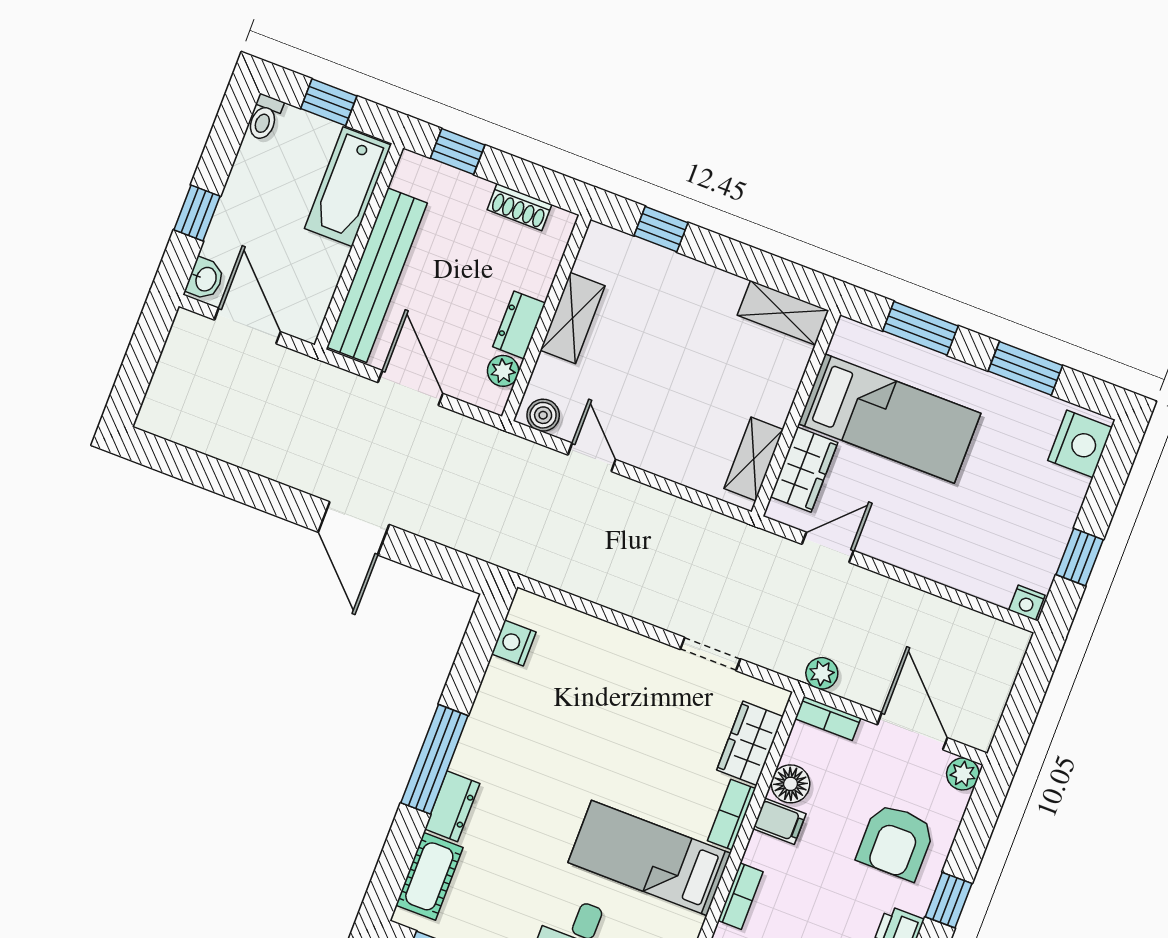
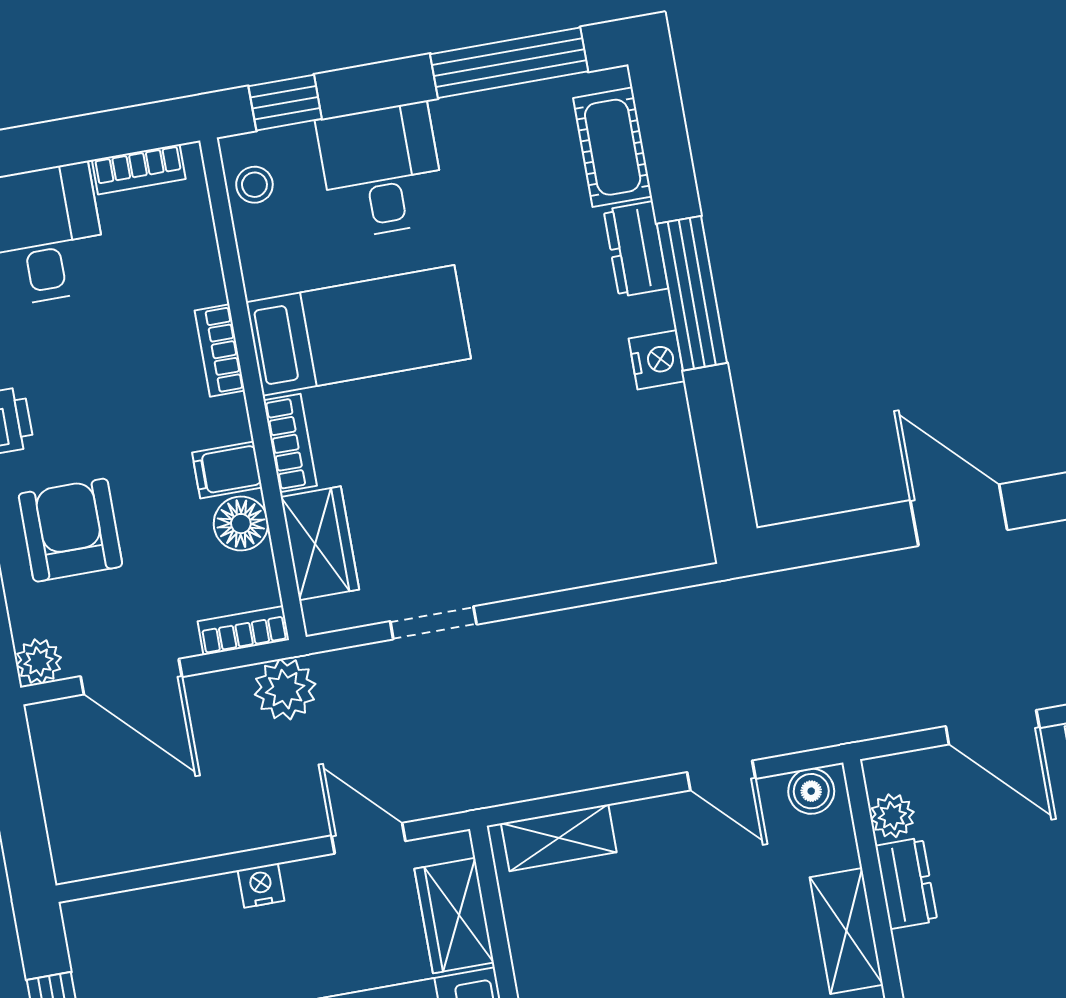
shelving: (754, 459) -> (559, 838), moved, turned 90
door: (828, 547) -> (368, 838), swing flipped
nightstand: (1027, 603) -> (261, 885), moved
nightstand: (514, 643) -> (657, 360), moved
plant: (822, 673) -> (285, 689), width x1.38, depth x1.38

